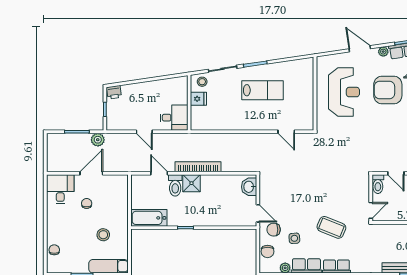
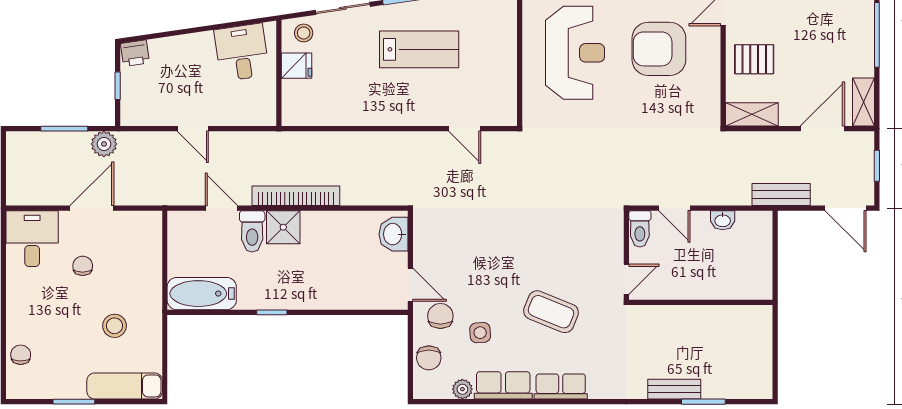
desk: (174, 118) -> (242, 52), moved, turned -98
chair: (274, 230) -> (440, 316), turned 90

